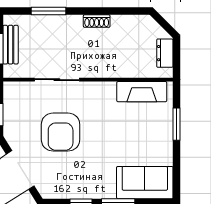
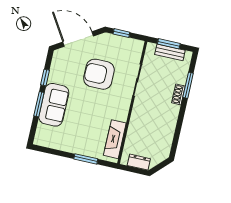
shoe rack: (97, 21) -> (178, 94), moved
sofa: (145, 183) -> (54, 105), moved

